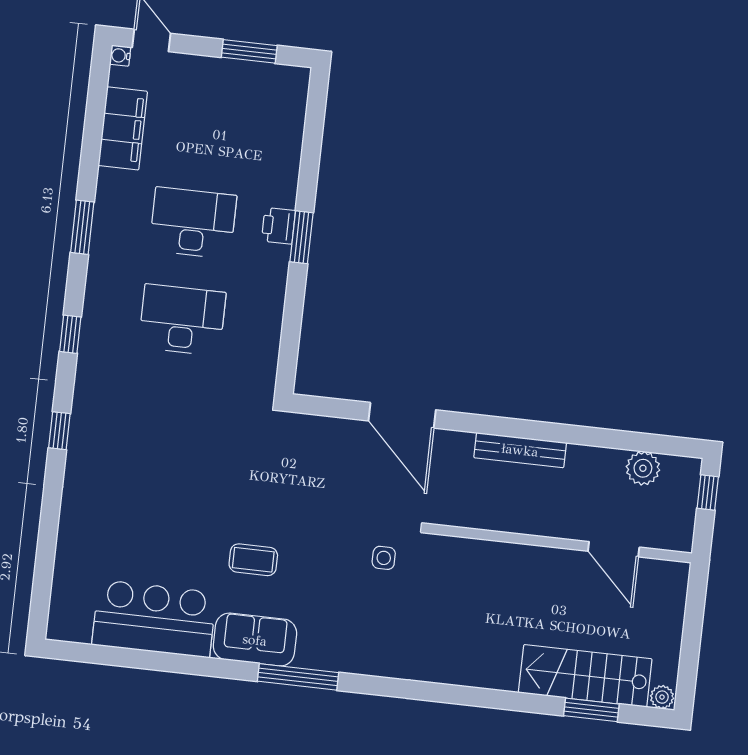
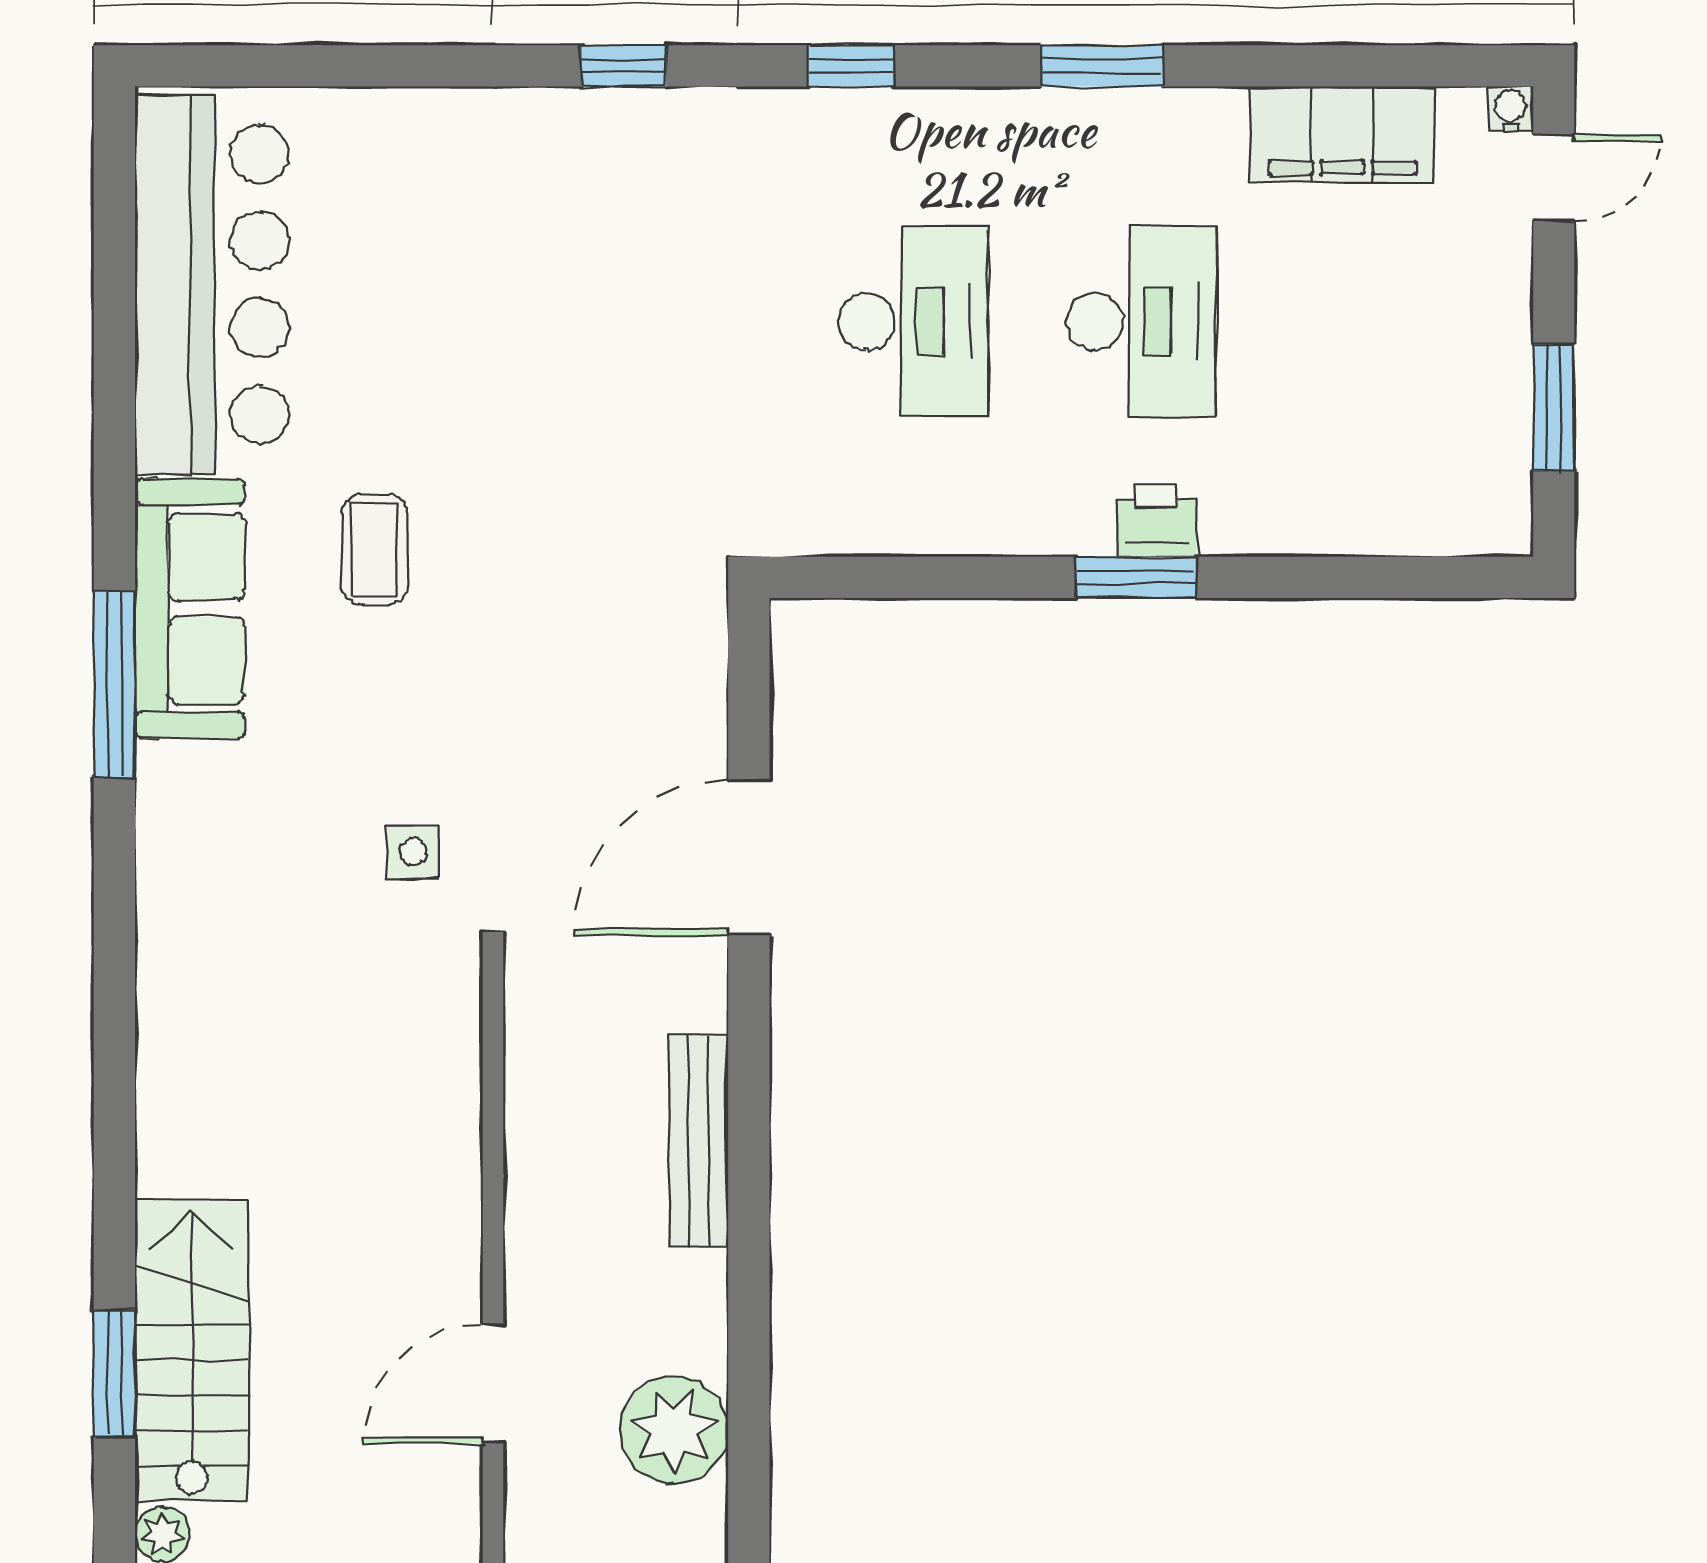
plant: (643, 468) -> (674, 1430), width x1.36, depth x1.36
bar counter: (154, 619) -> (212, 284), width x1.36
sofa: (255, 640) -> (190, 608), width x1.36

